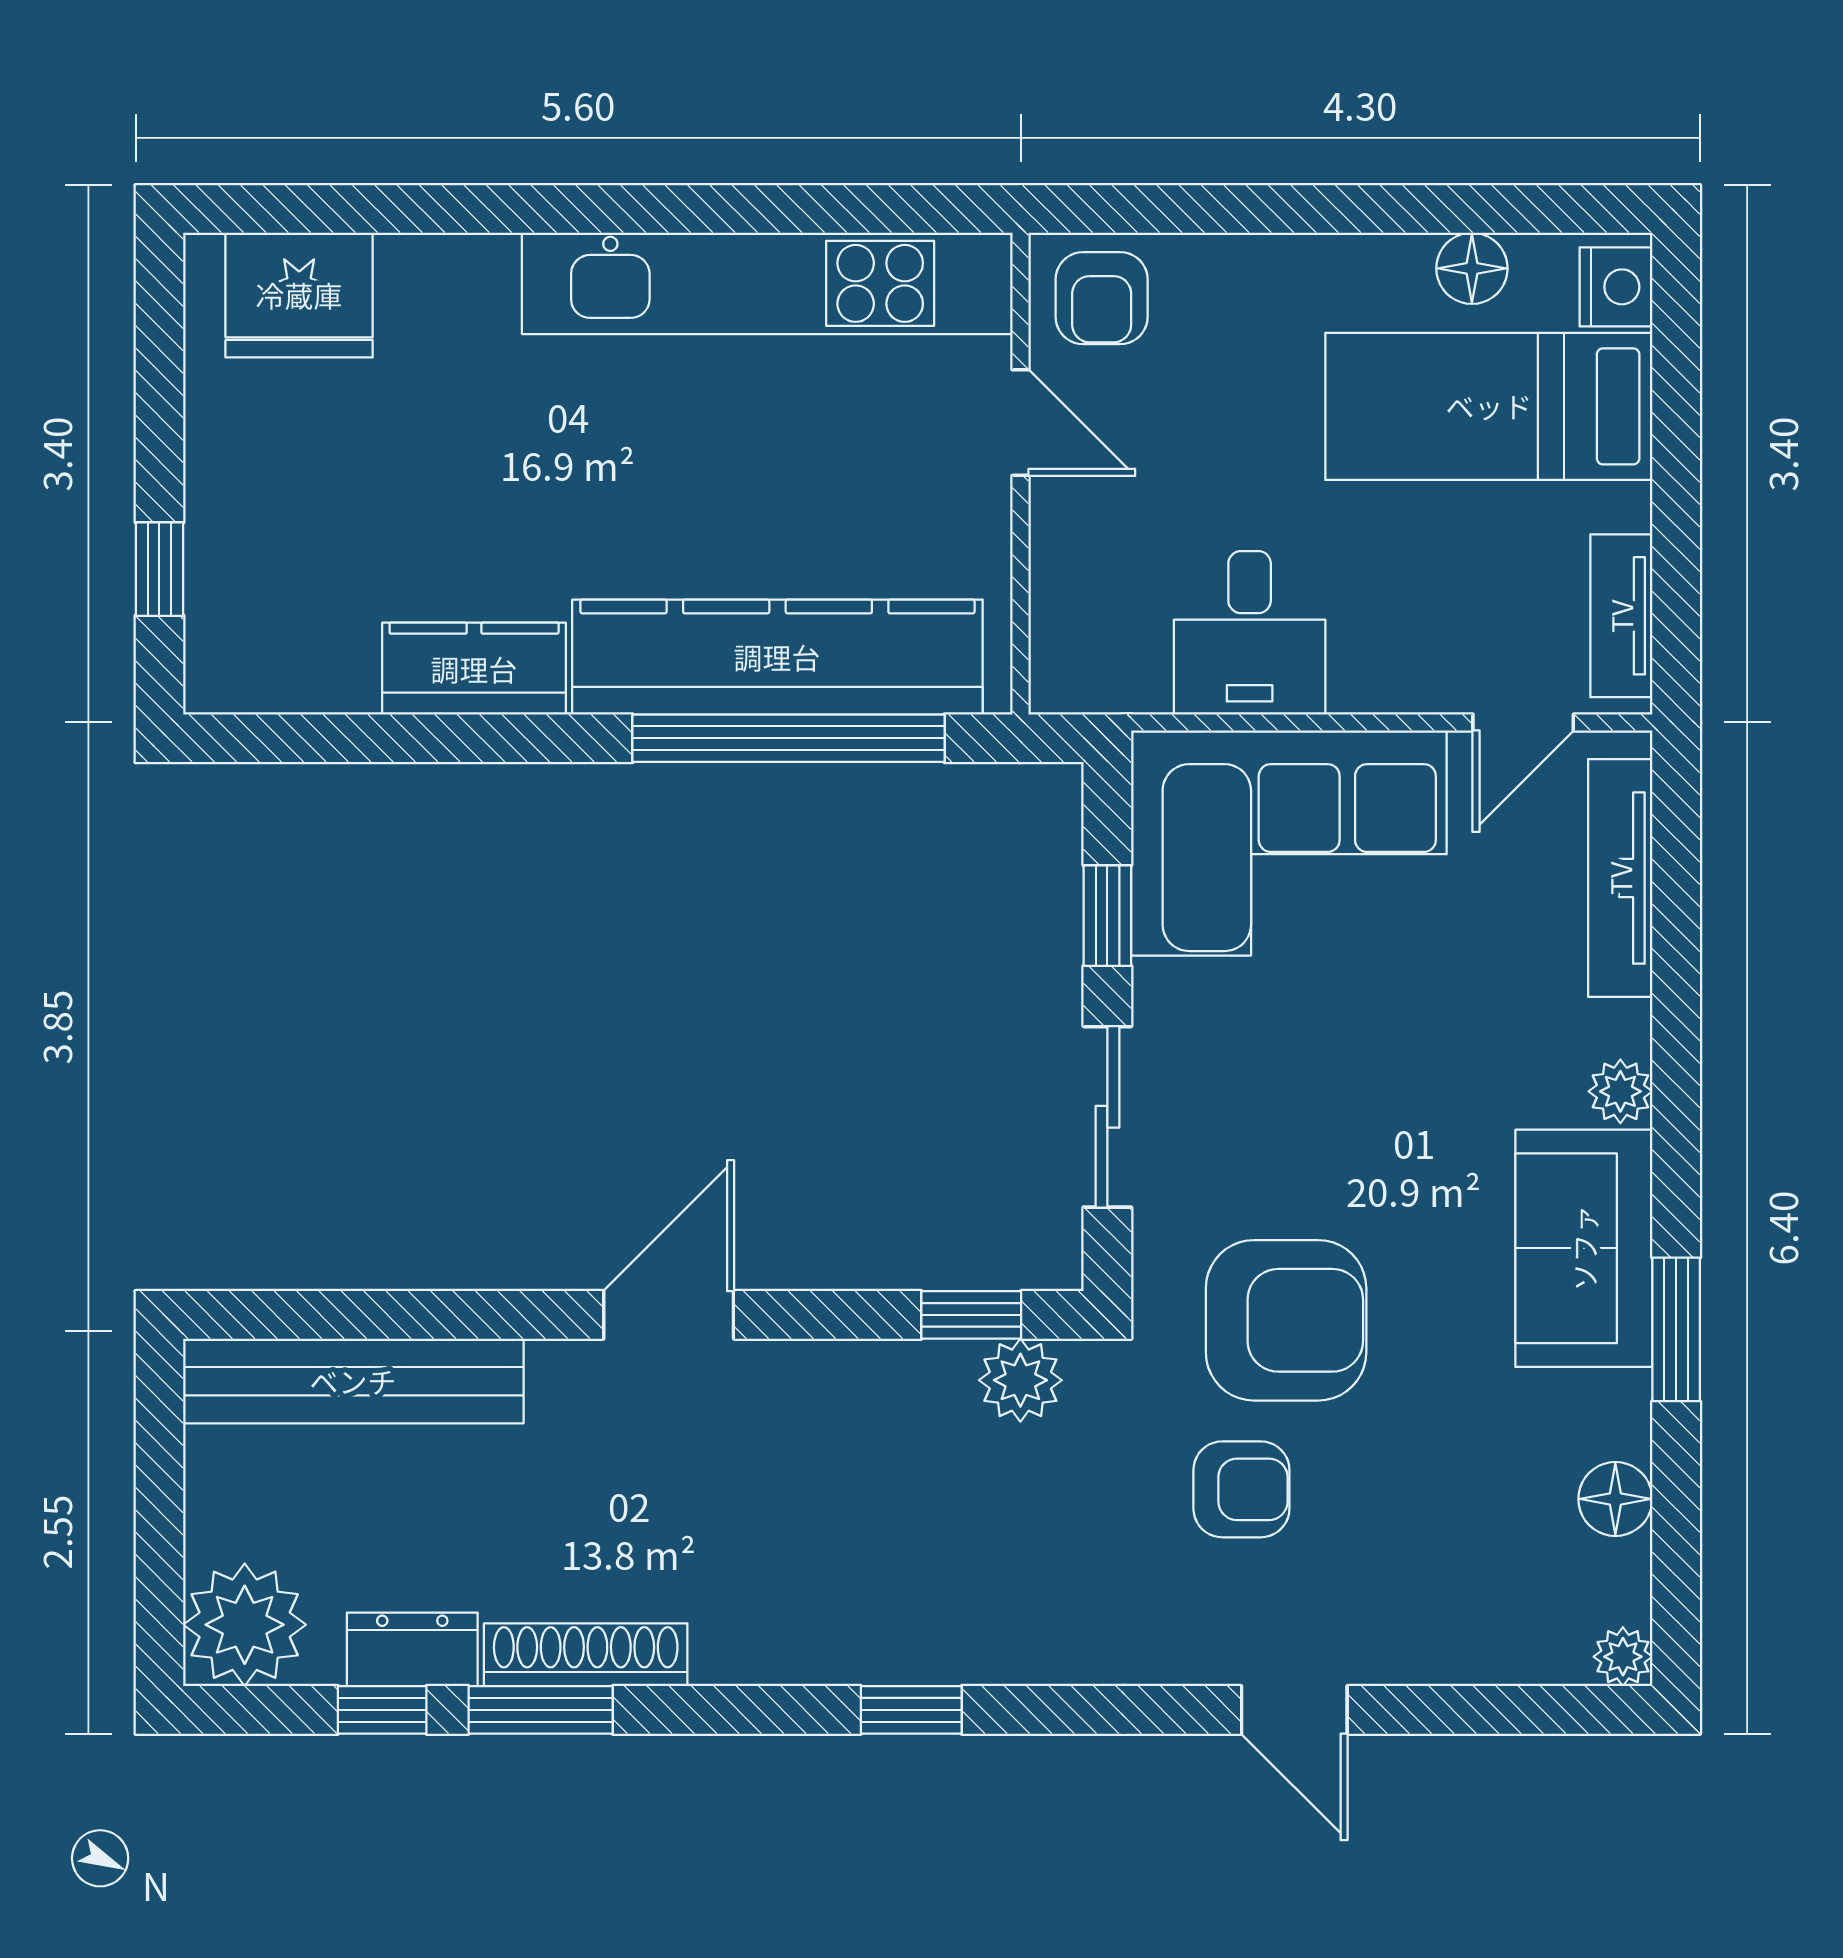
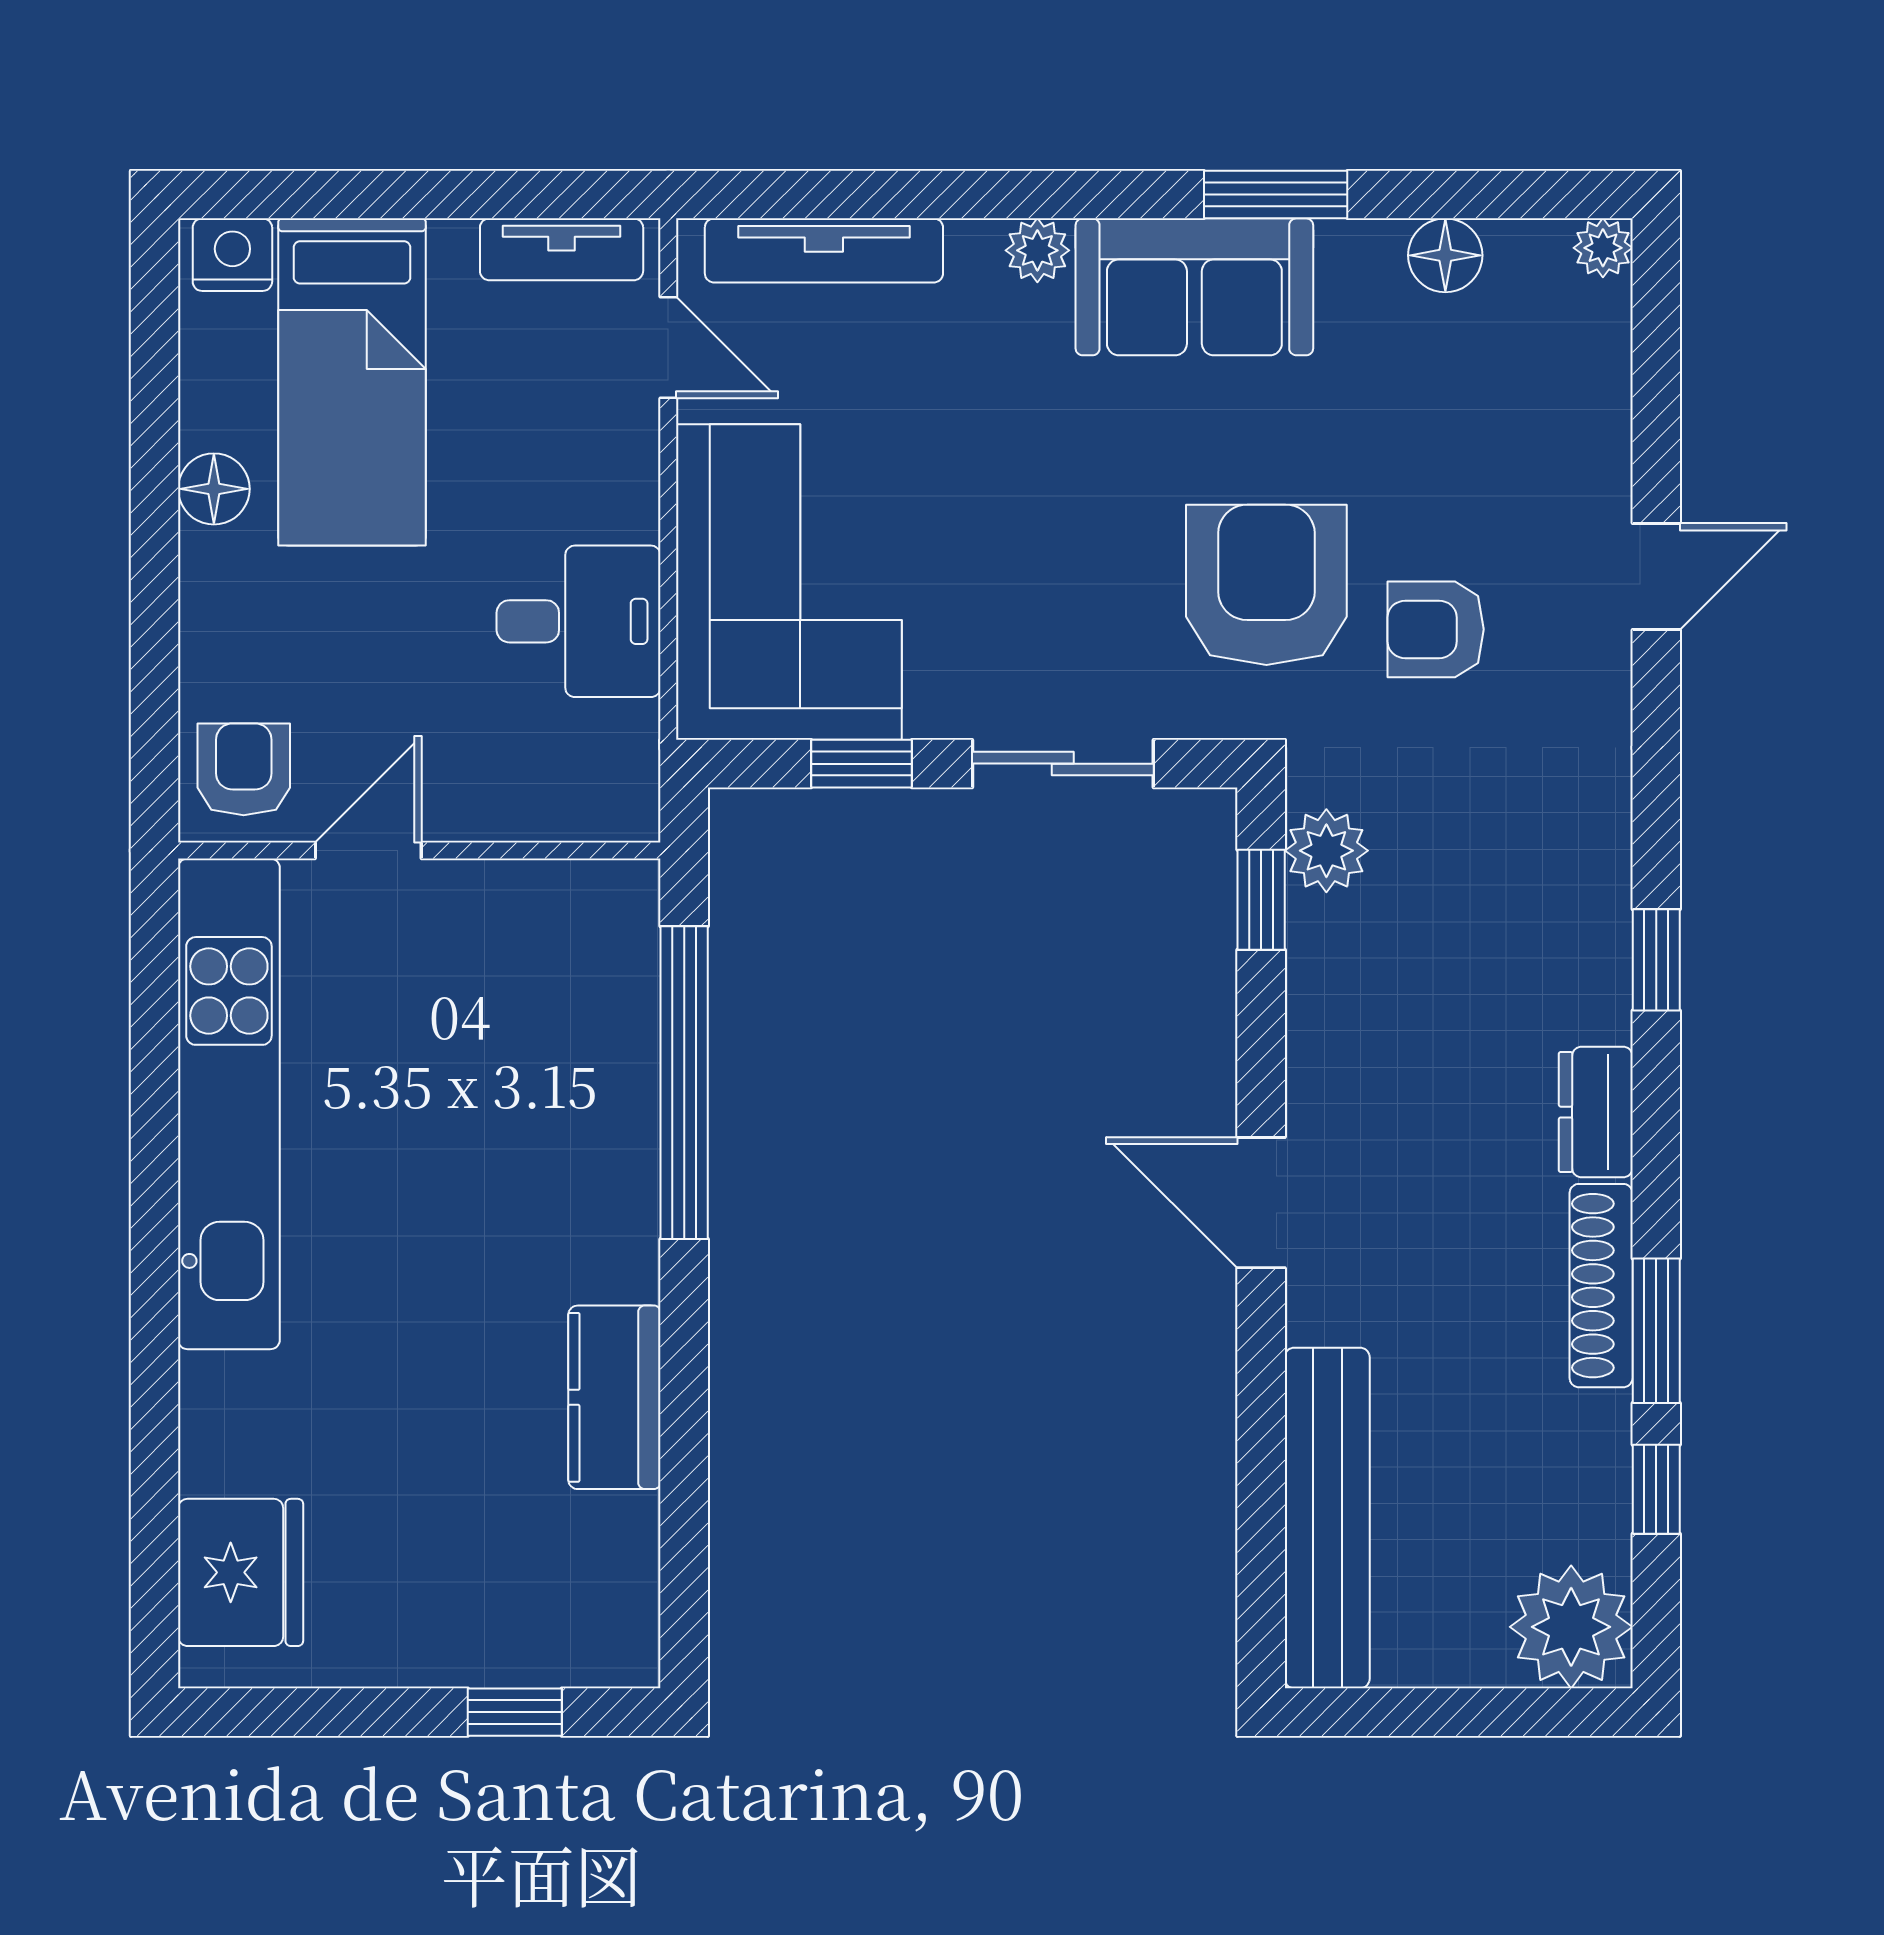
floor lamp: (1472, 268) -> (214, 489), moved
armchair: (1102, 298) -> (244, 769), turned -90
kitchen counter: (777, 657) -> (603, 1094), removed
armchair: (1241, 1489) -> (1436, 629), turned -90
dresser: (412, 1649) -> (1596, 1112), moved

